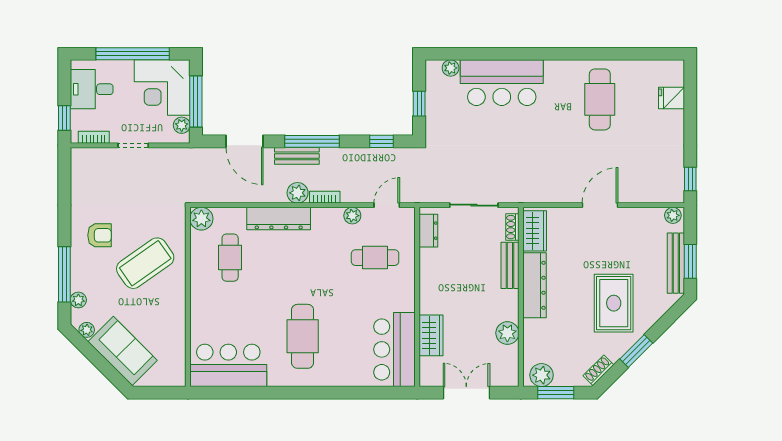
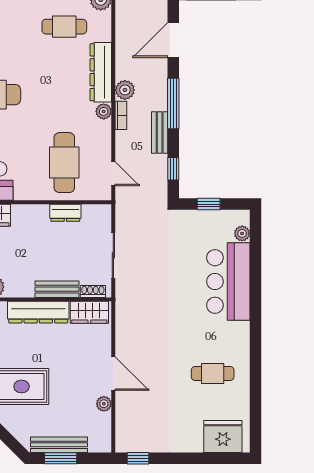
fridge: (671, 98) -> (223, 437), width x1.88, depth x1.34
cafe table: (600, 99) -> (213, 373), width x0.73, depth x0.74
bench: (297, 156) -> (160, 133), moved
plant: (673, 215) -> (104, 404), moved
plant: (352, 216) -> (104, 111), moved
dresser: (428, 231) -> (65, 213), moved
cafe table: (375, 258) -> (64, 163), width x1.37, depth x1.35

